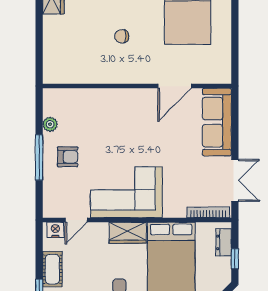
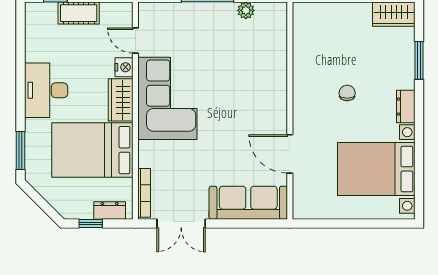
armchair: (68, 157) -> (208, 31), removed
nightstand: (55, 230) -> (124, 67), moved

